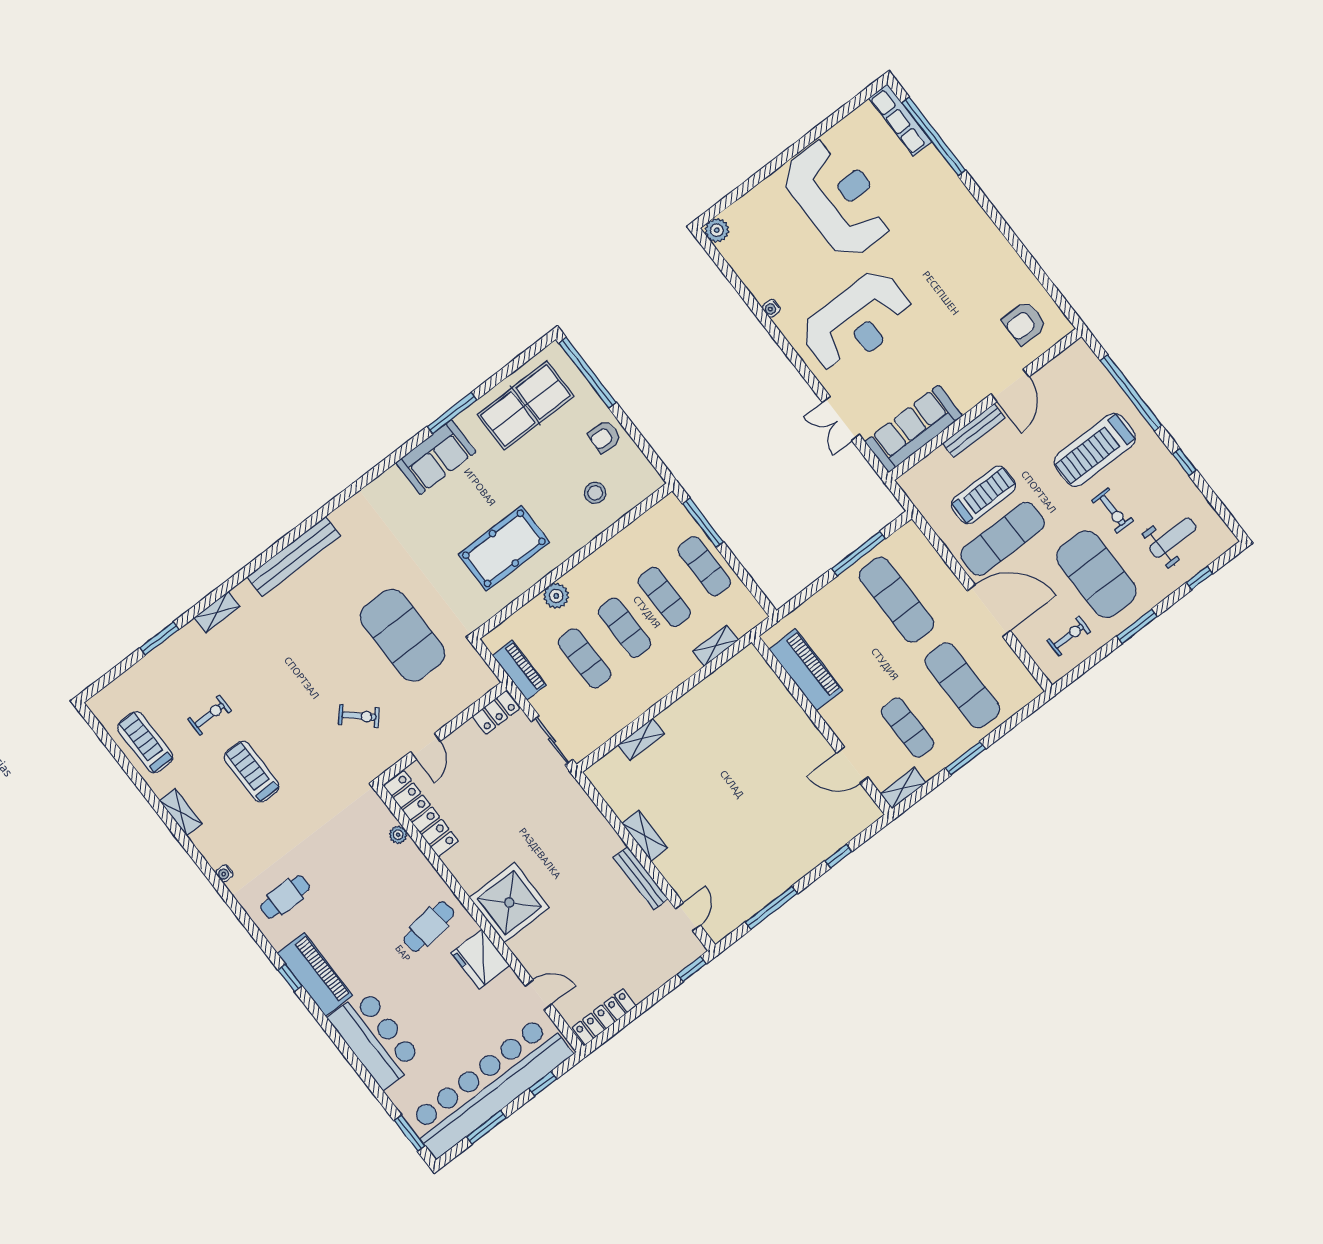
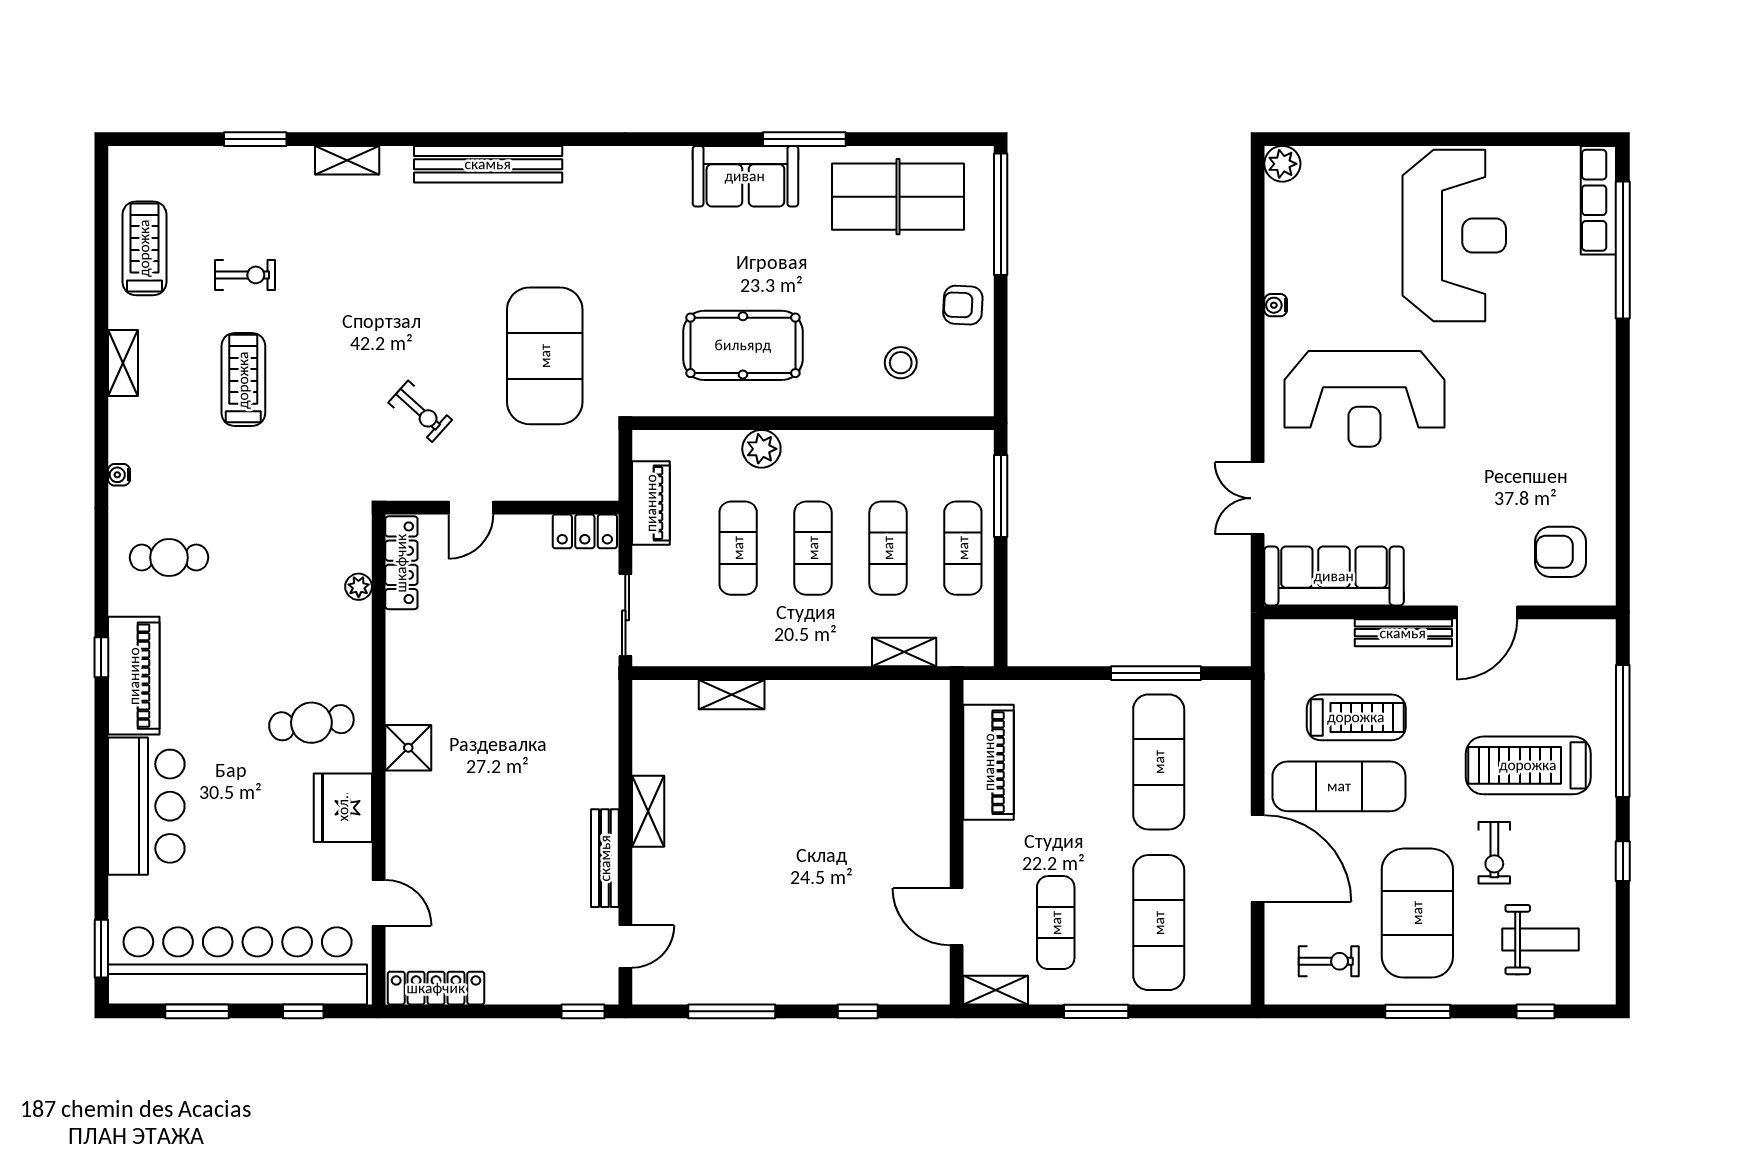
locker: (421, 814) -> (401, 563), width x0.71, depth x0.83
shower: (509, 903) -> (408, 748), width x0.54, depth x0.54

